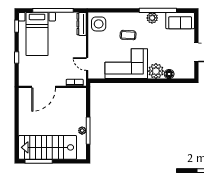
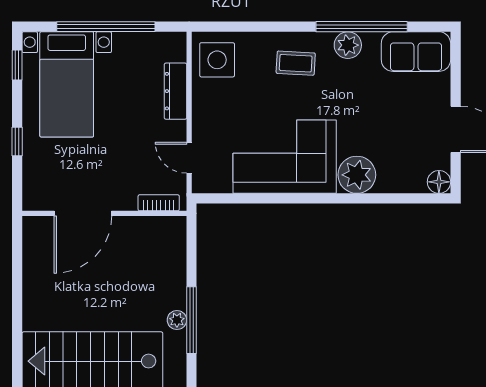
dresser: (82, 24) -> (175, 91), moved
coffee table: (128, 35) -> (296, 63), moved
floor lamp: (169, 74) -> (439, 182), moved

